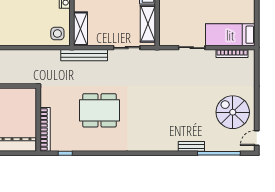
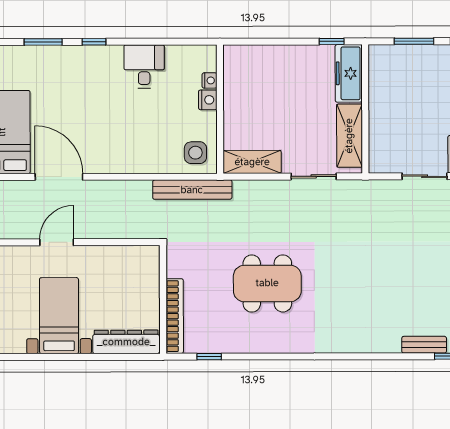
shelving: (80, 29) -> (252, 162), moved, turned 90
bench: (84, 55) -> (192, 190), moved

